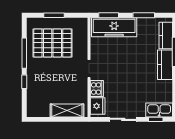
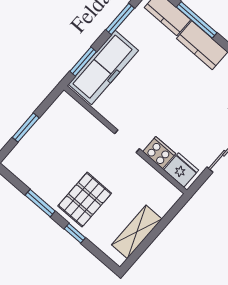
pallet: (52, 43) -> (85, 200), moved, width x0.73, depth x0.71
window: (24, 53) -> (40, 203), width x0.69
shelving: (67, 110) -> (137, 232), moved

